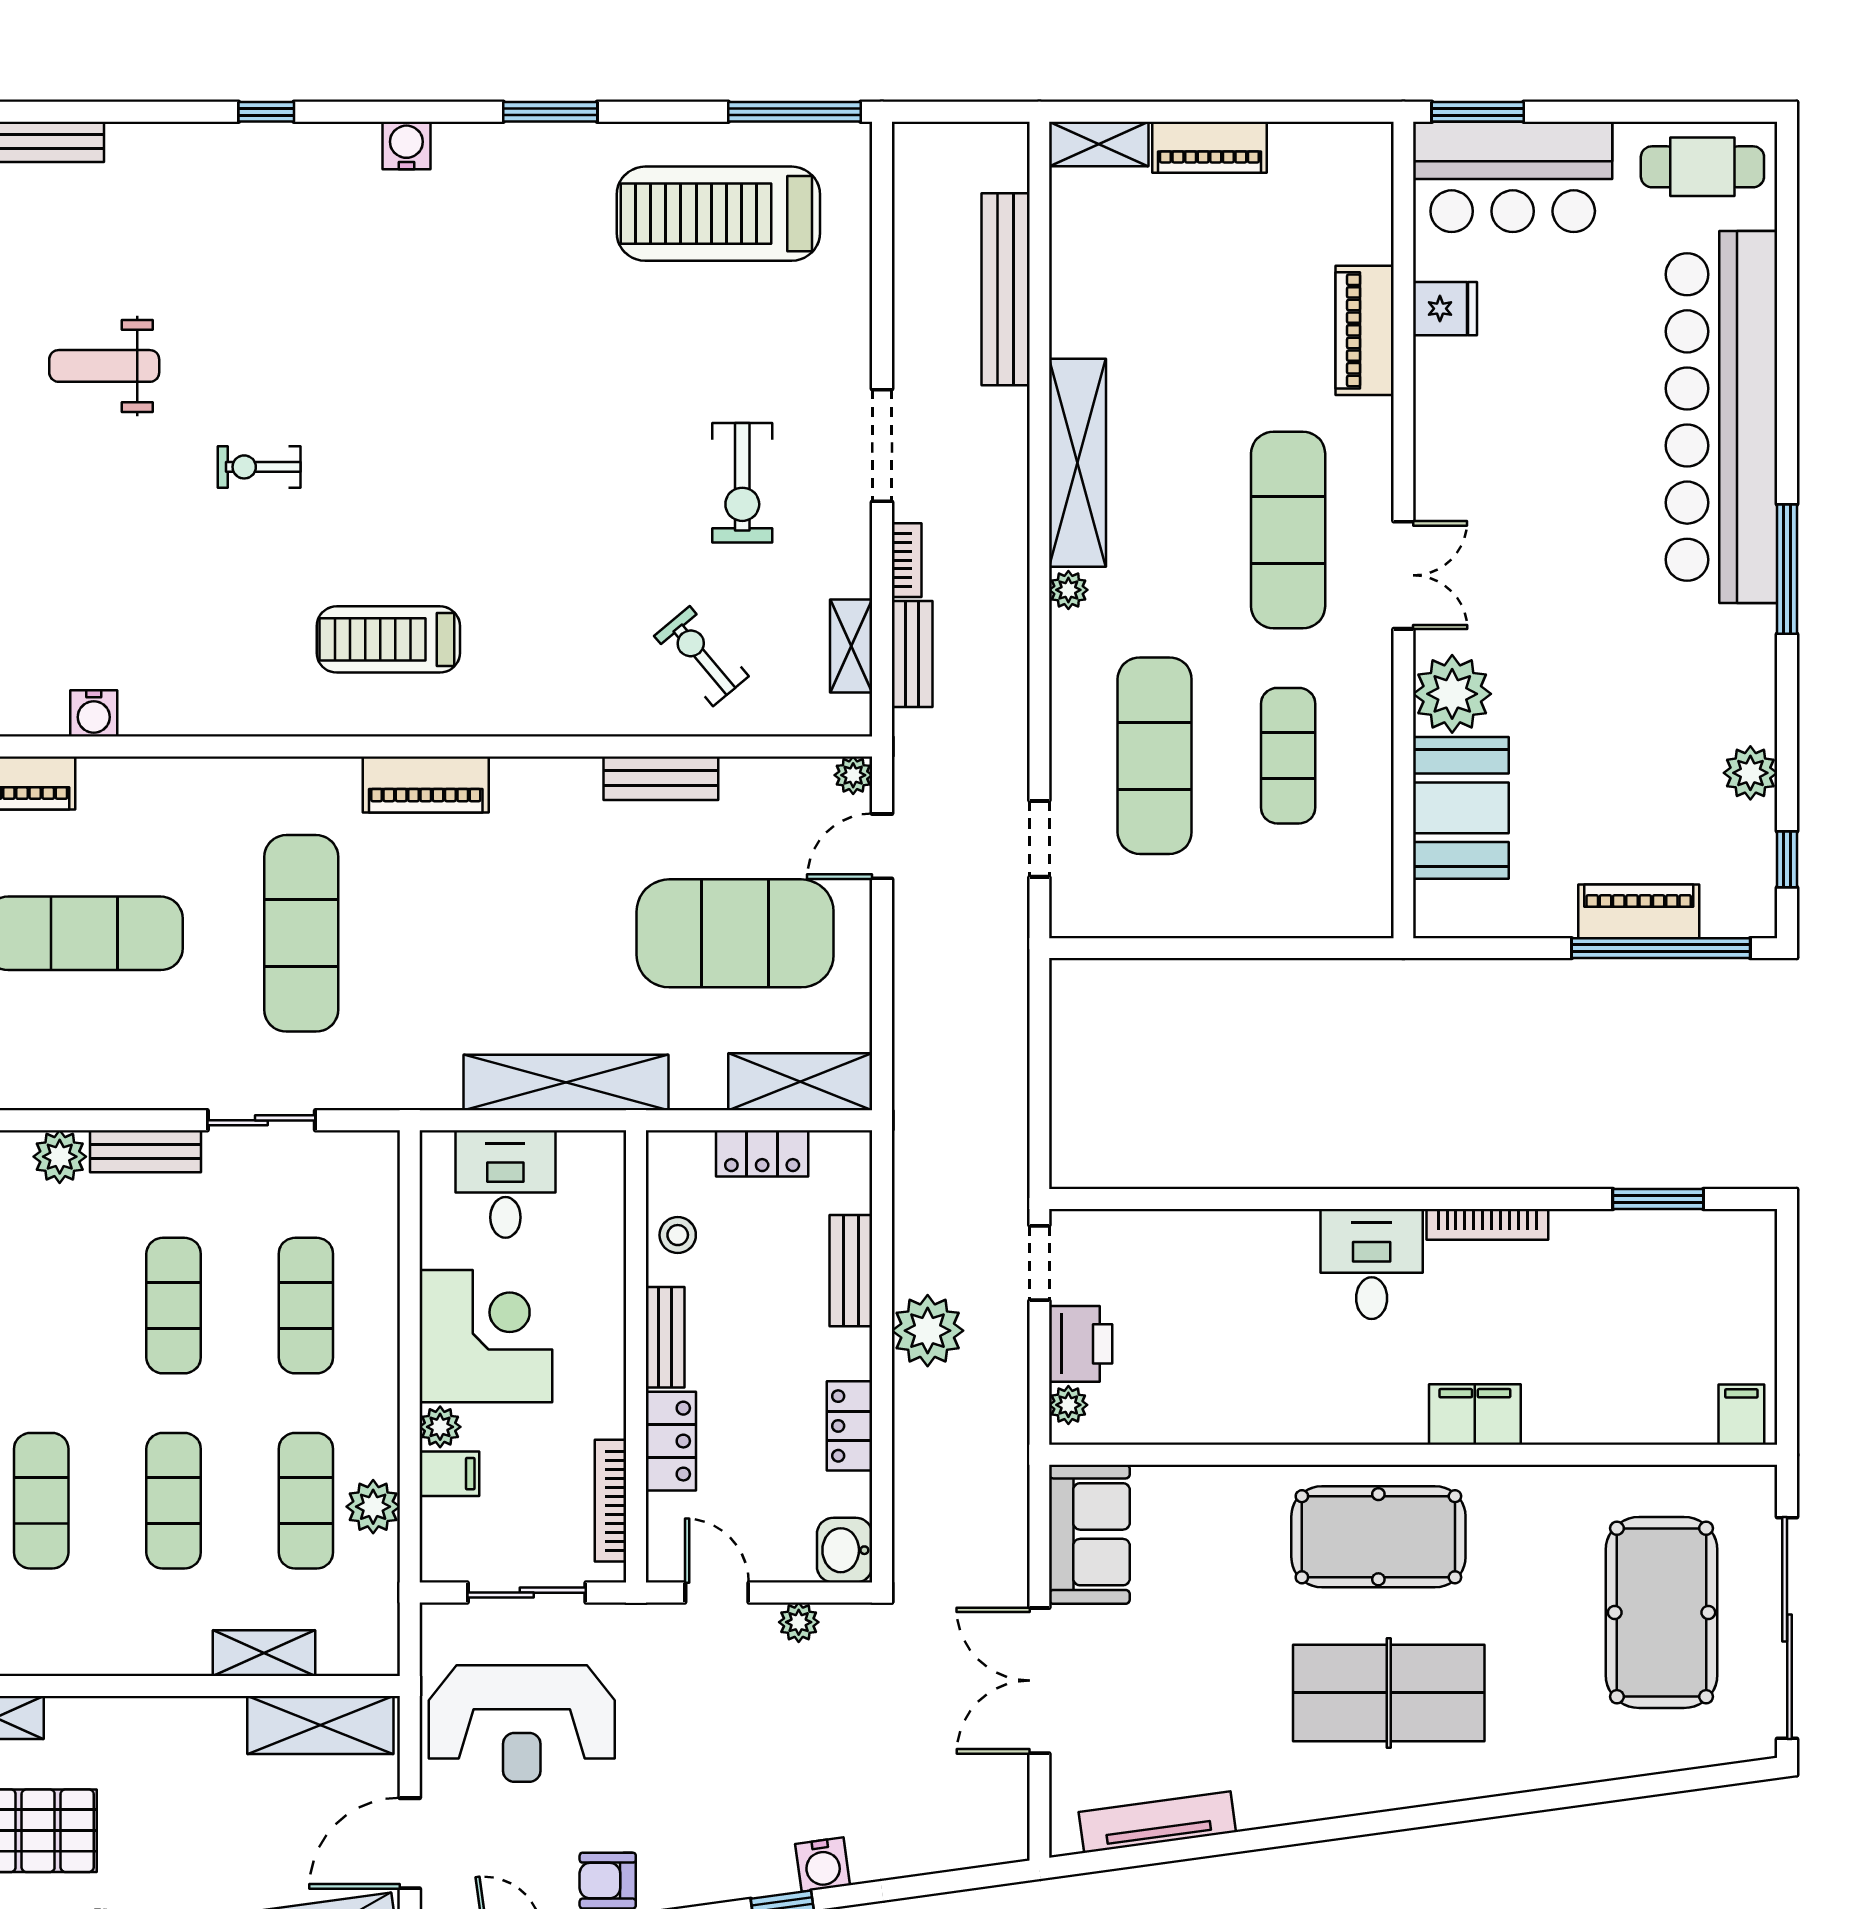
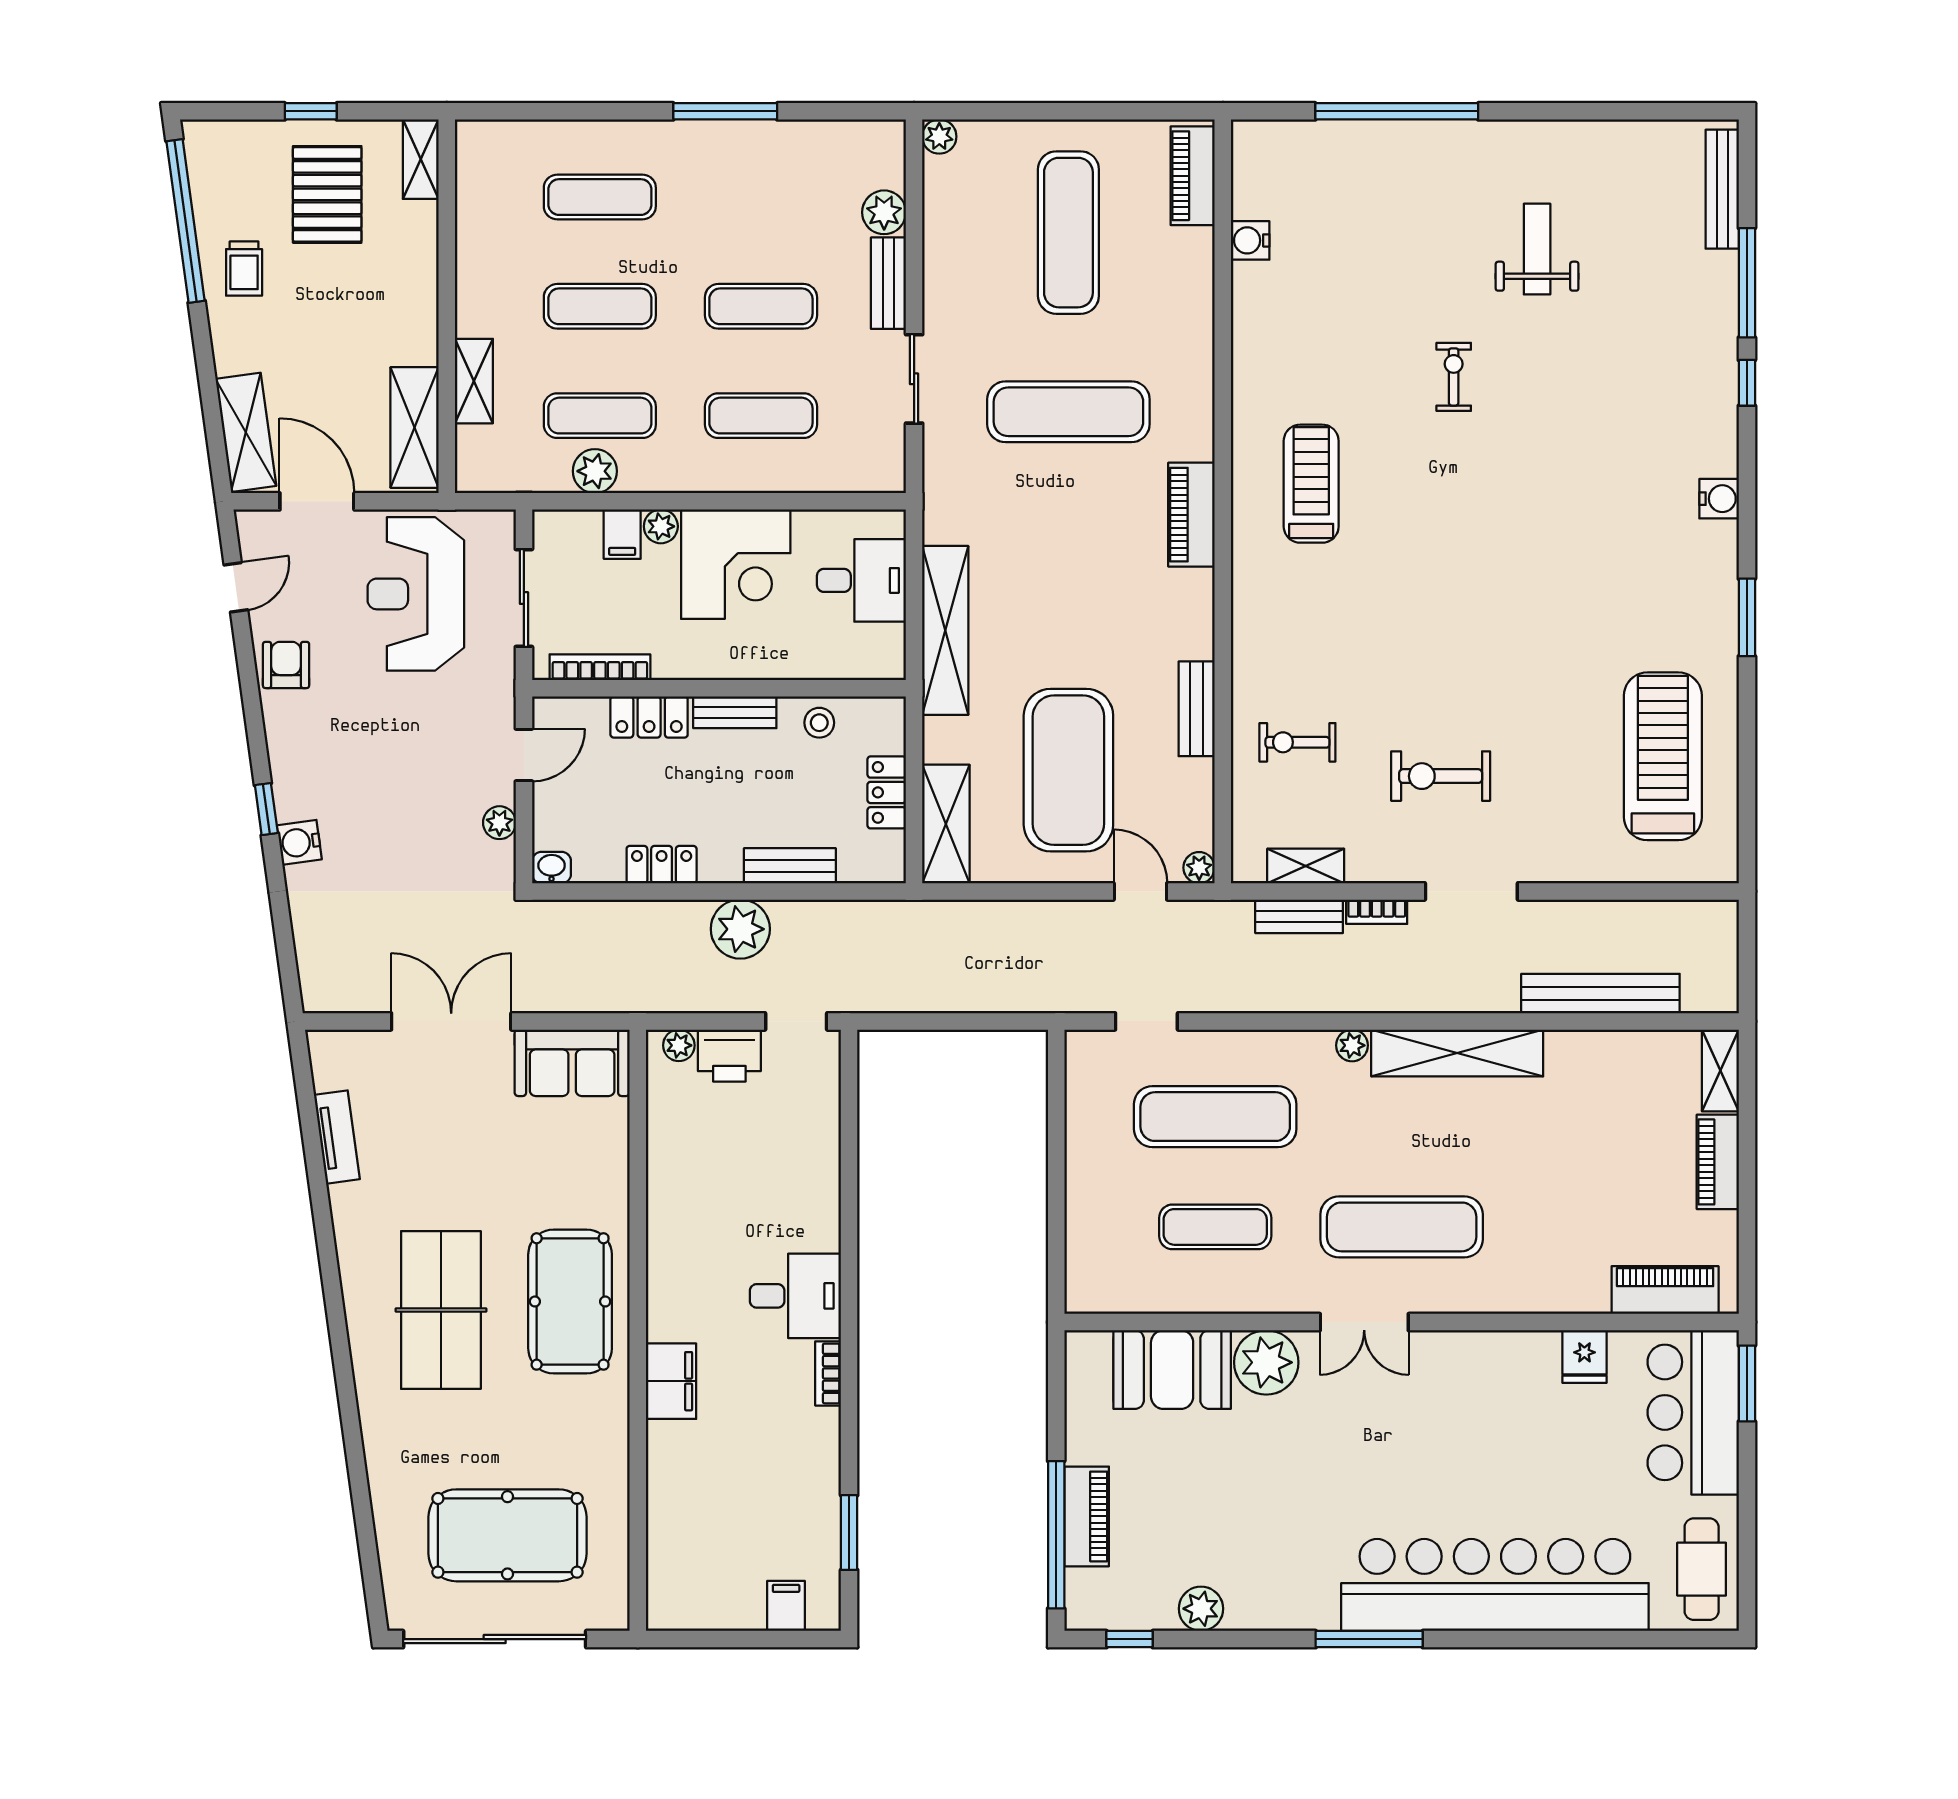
window: (795, 112) -> (1747, 283), moved
piano: (1365, 330) -> (1665, 1290), moved
exercise bike: (701, 656) -> (1297, 742), turned -140
bookcase: (1487, 1224) -> (828, 1373), width x0.64
filing cabinet: (1741, 1415) -> (786, 1606), moved, turned -90
washbasin: (845, 1550) -> (552, 868), width x0.72, depth x0.69
tv unit: (1157, 1822) -> (337, 1137), width x0.71

